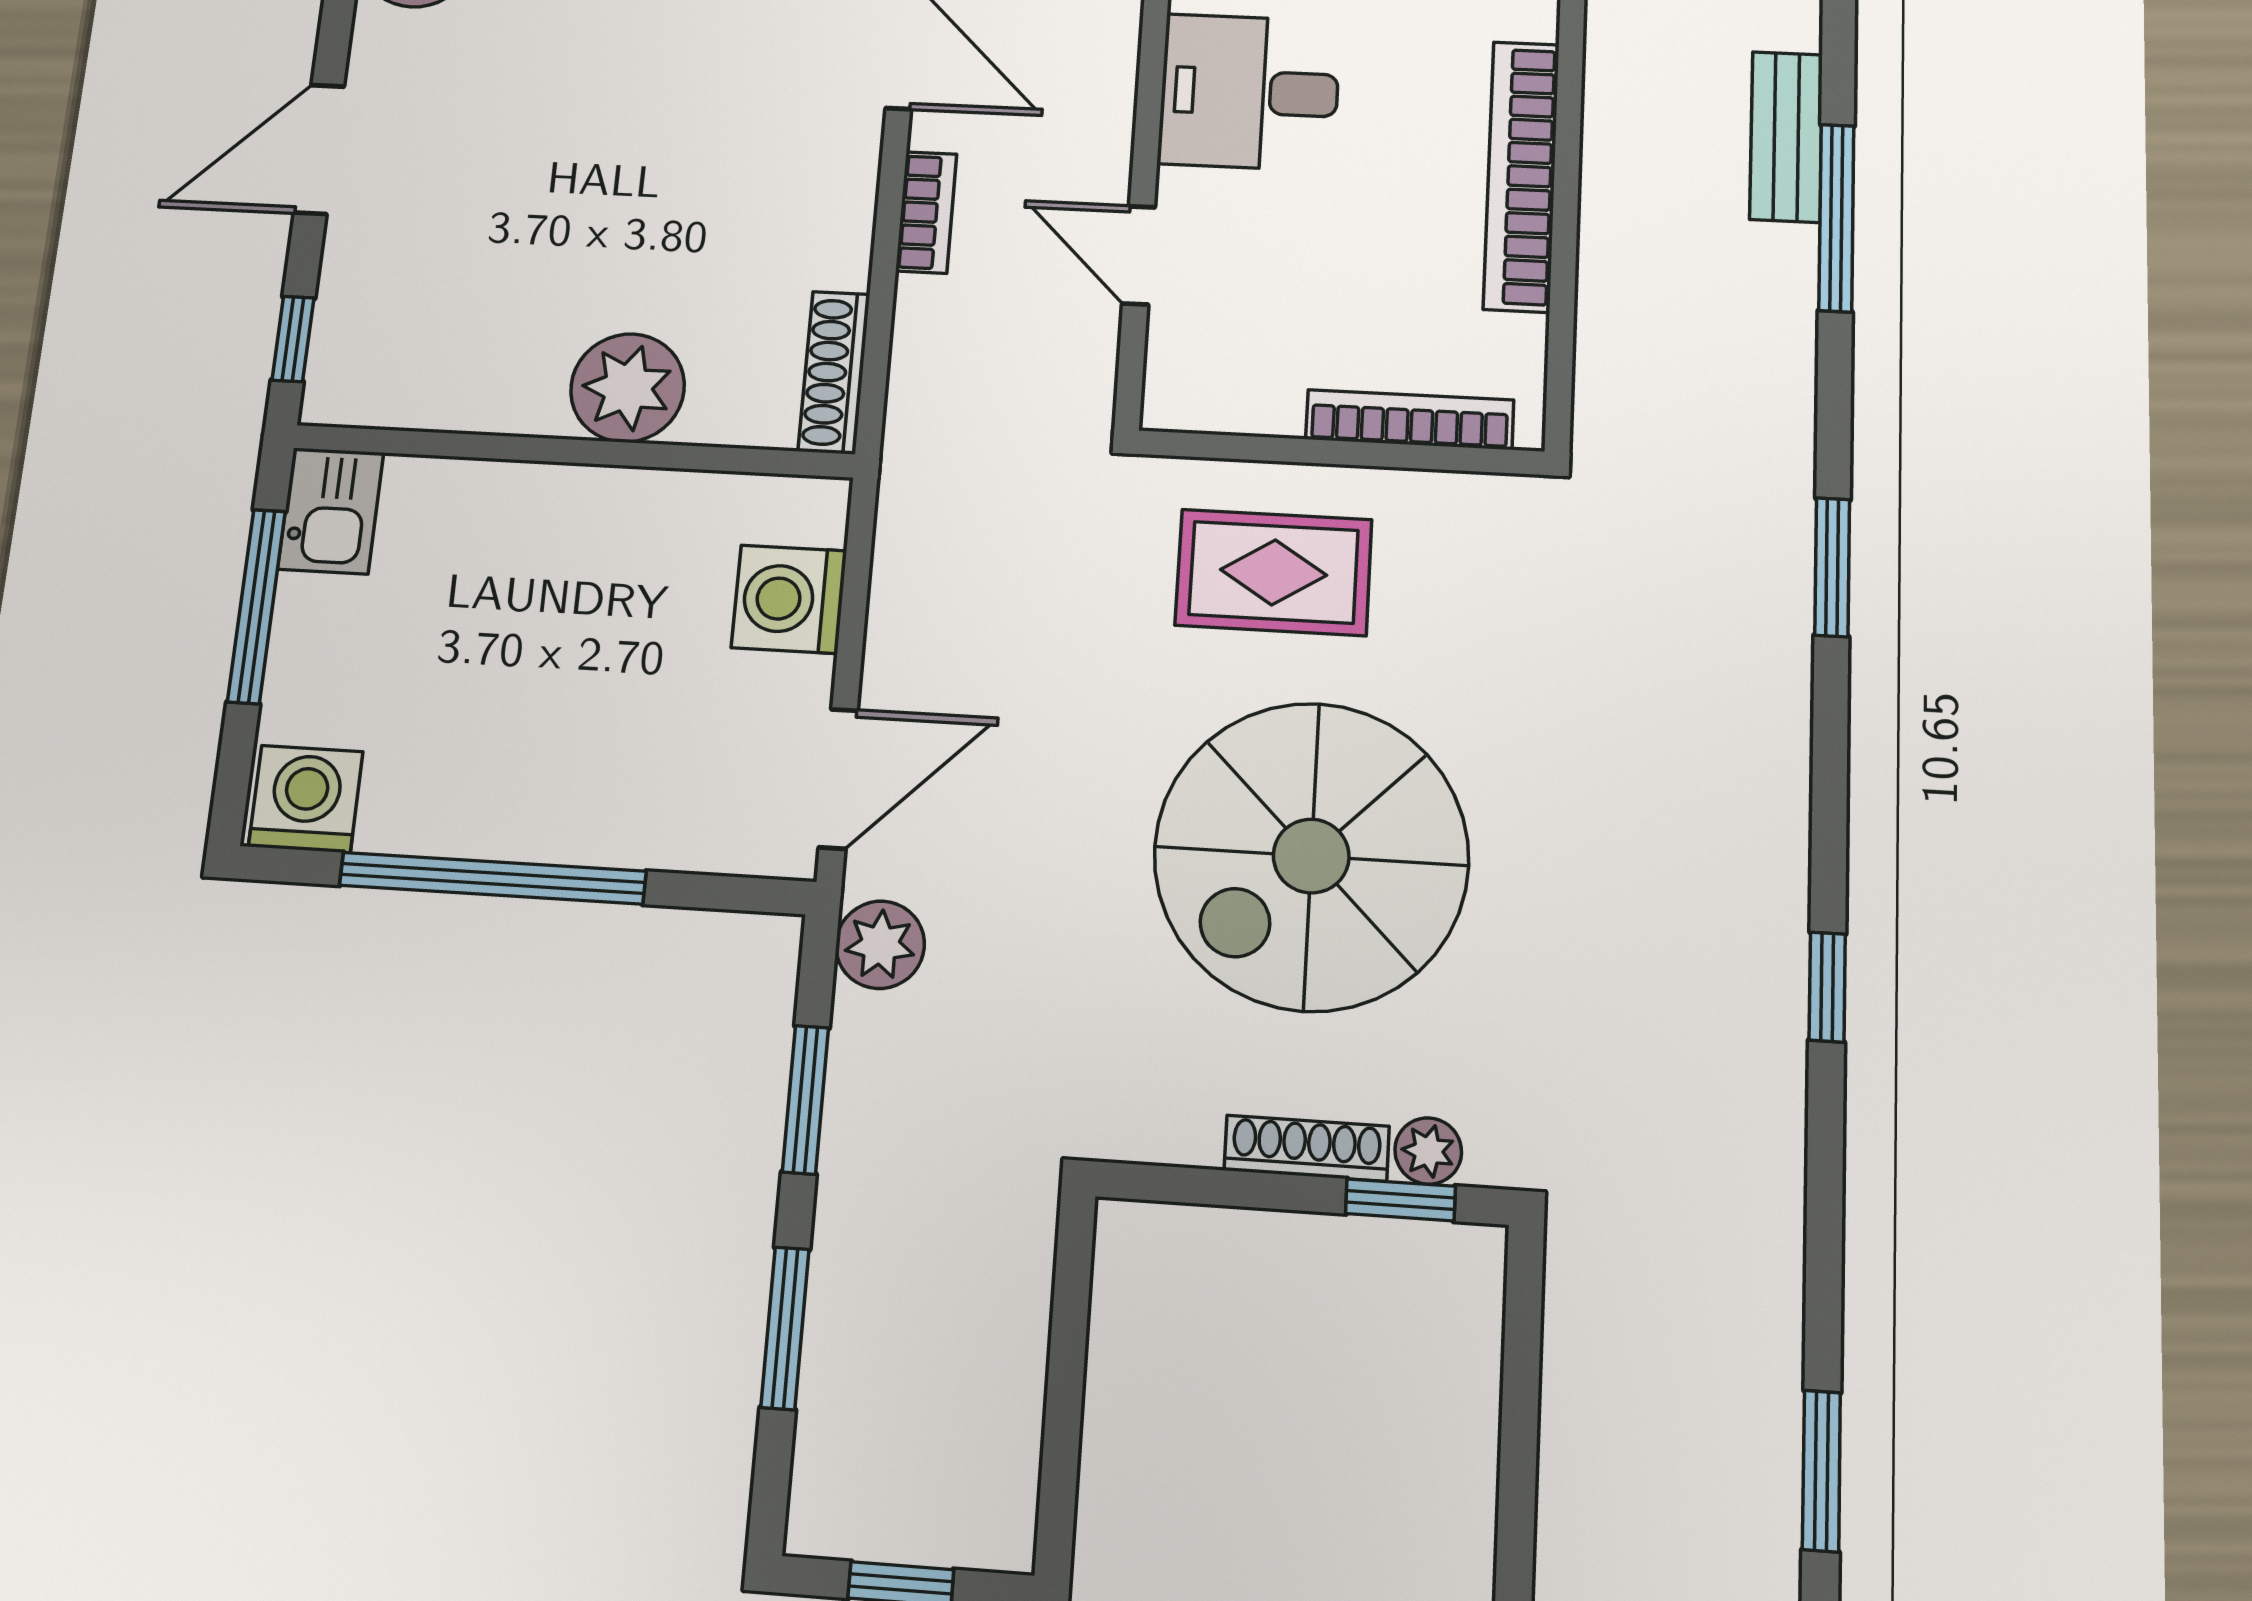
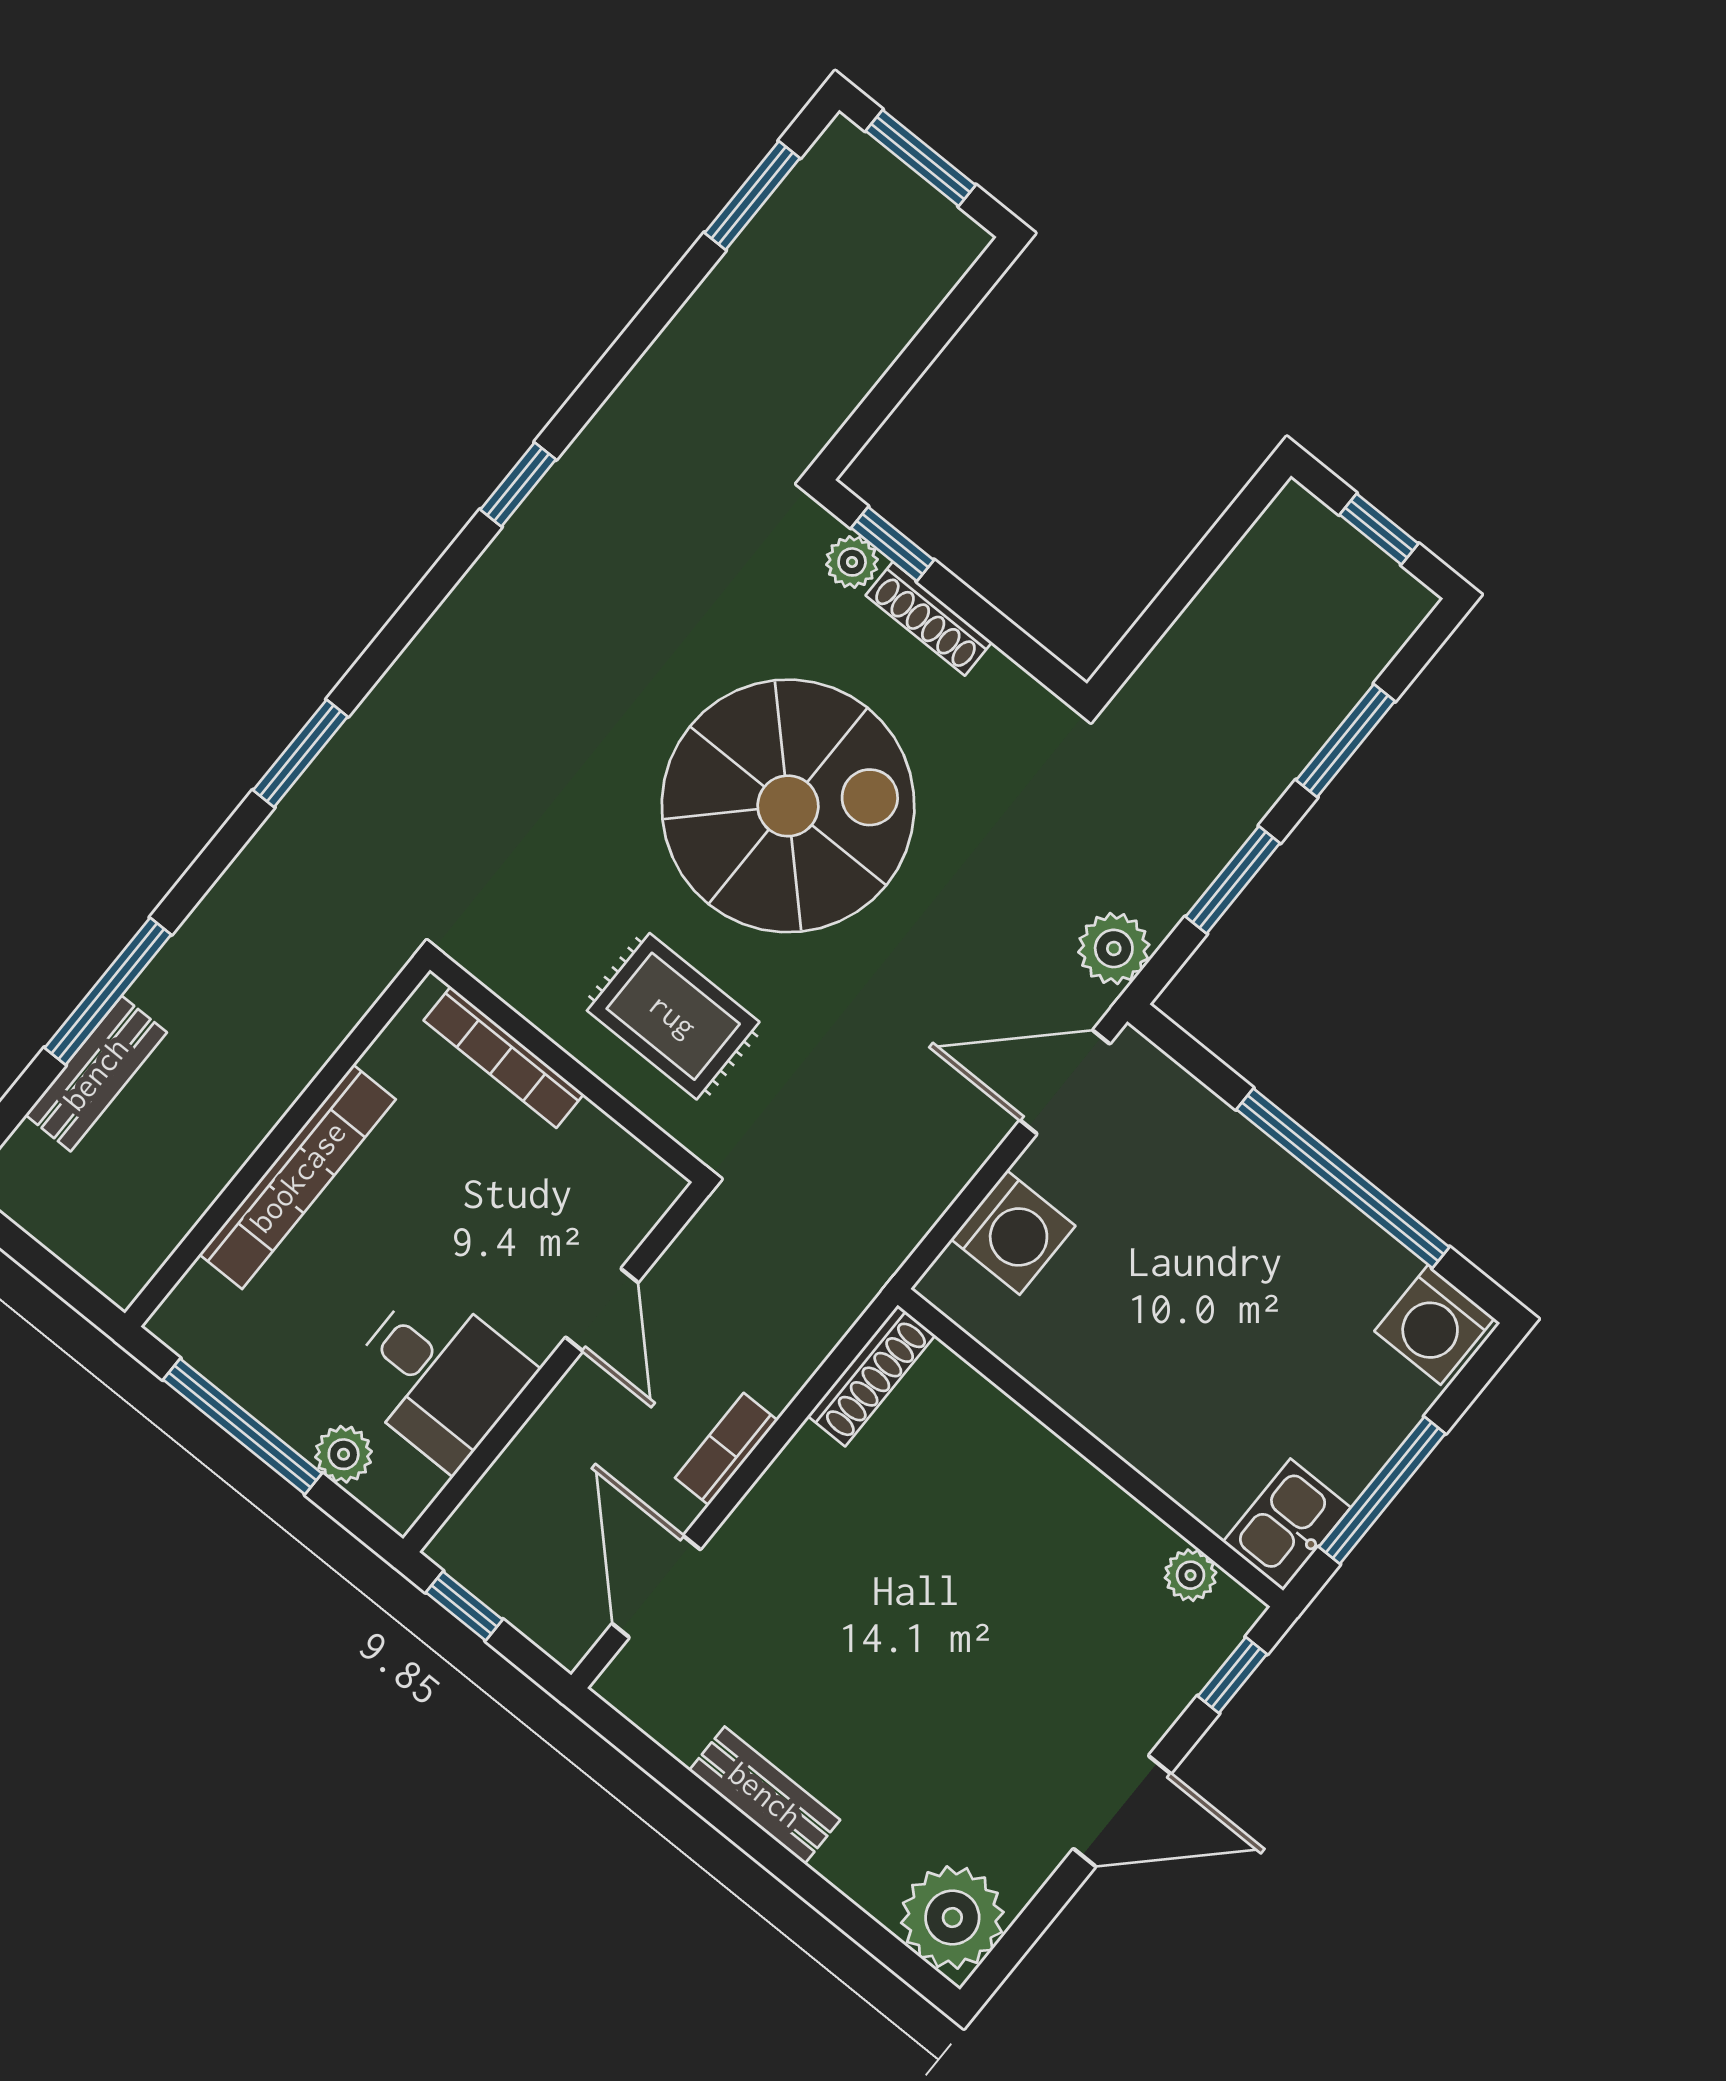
plant: (628, 388) -> (1191, 1575), moved, width x0.53, depth x0.53

